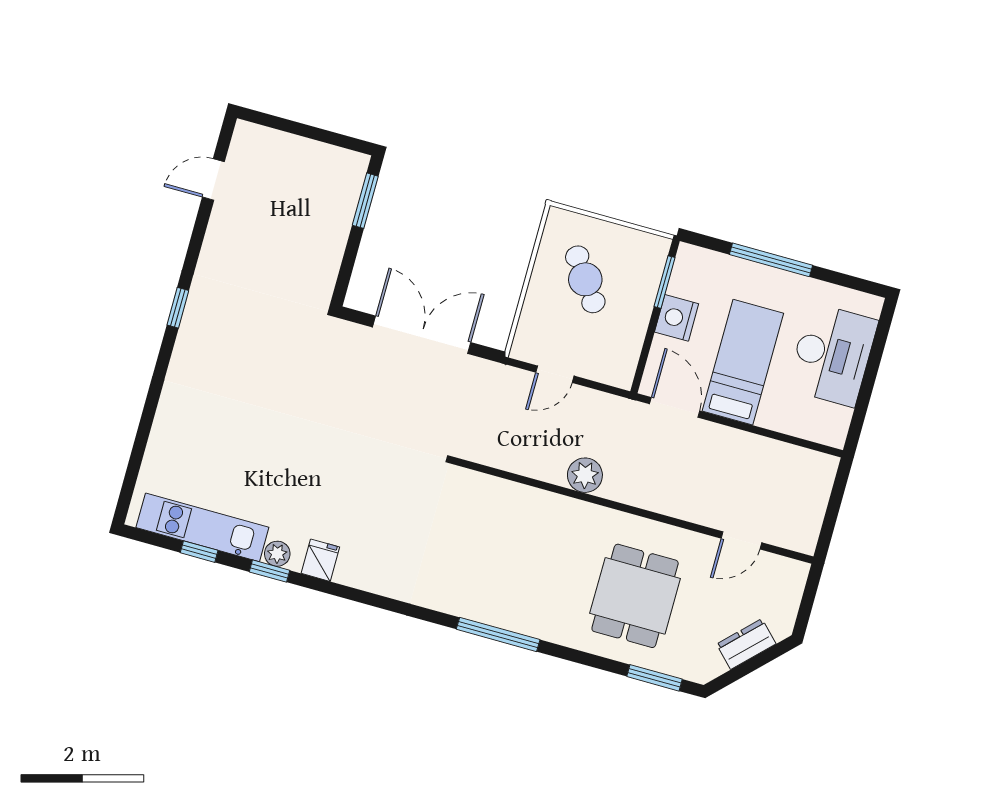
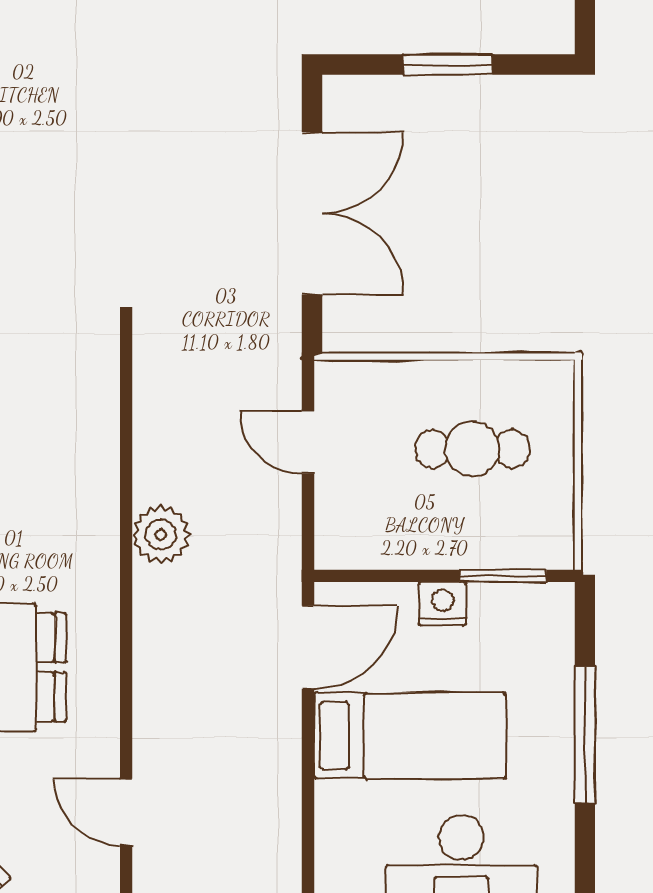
window: (365, 201) -> (448, 65), moved
cafe table: (585, 279) -> (472, 449), turned 35
nightstand: (677, 318) -> (443, 604), width x0.74, depth x0.75

